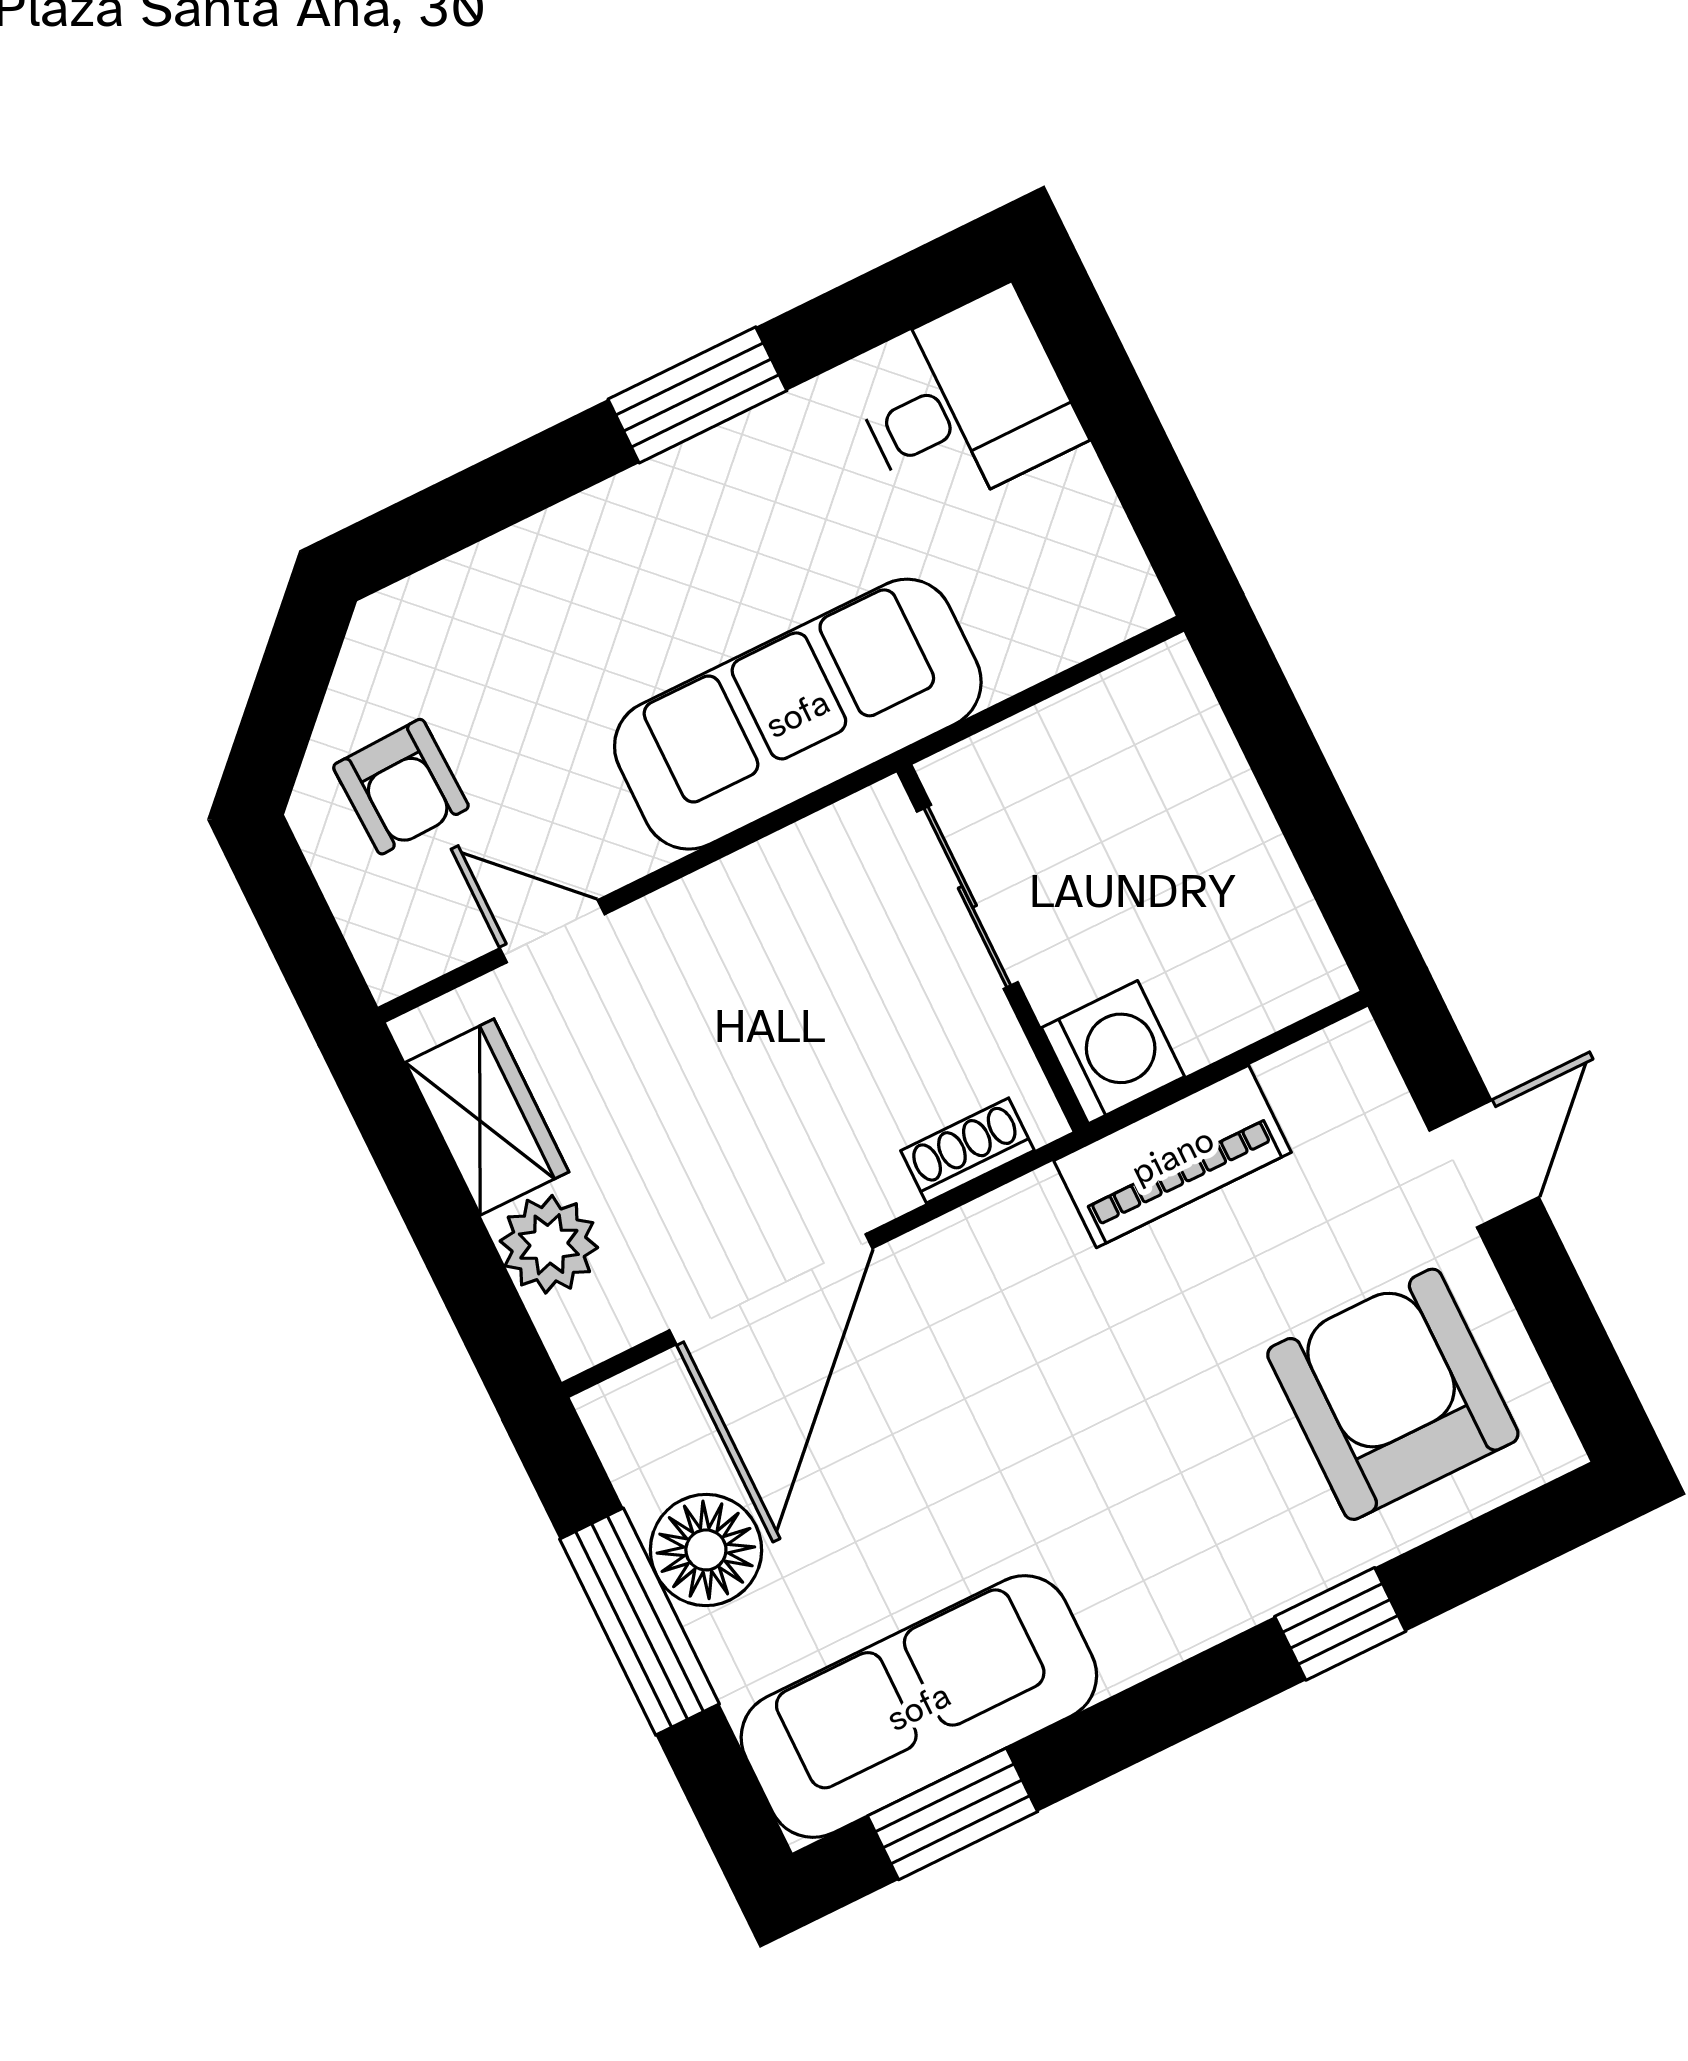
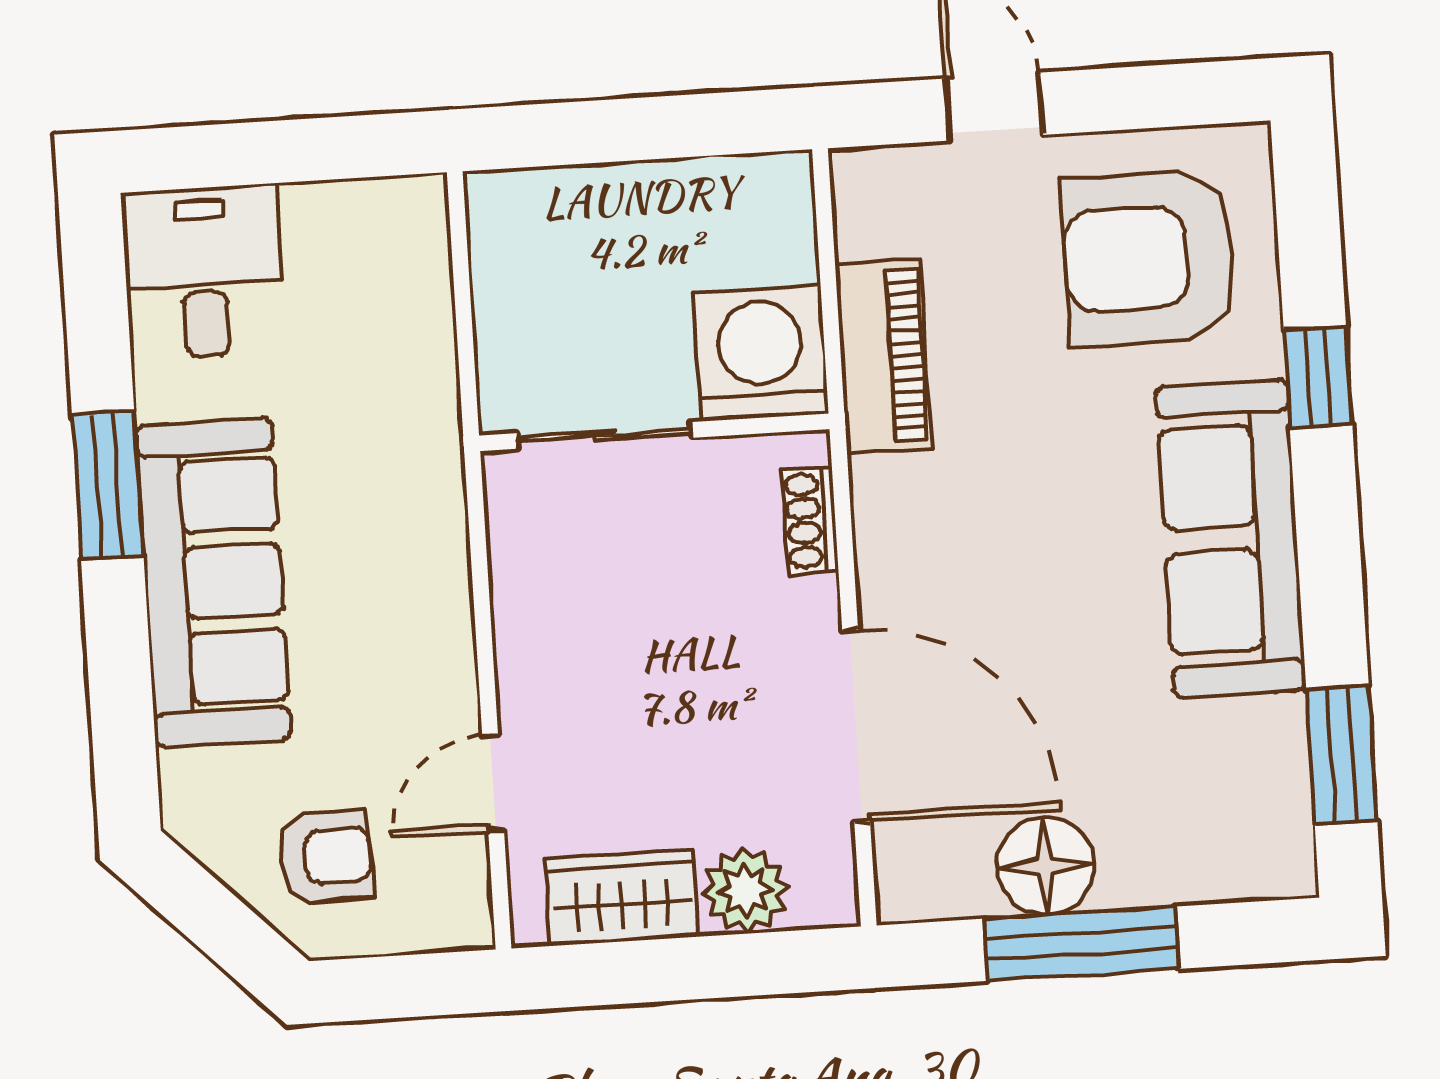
sofa: (798, 714) -> (213, 582), moved, turned 180
washing machine: (1113, 1052) -> (760, 353), width x1.37, depth x1.37
sofa: (919, 1707) -> (1231, 539), moved

